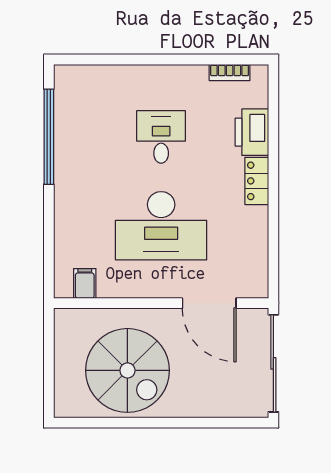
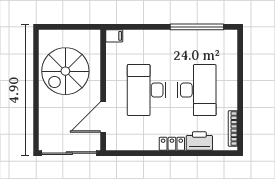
bookcase: (230, 72) -> (233, 129), width x1.56
desk: (161, 137) -> (197, 90), width x1.87, depth x1.30
filing cabinet: (85, 283) -> (114, 36), moved

